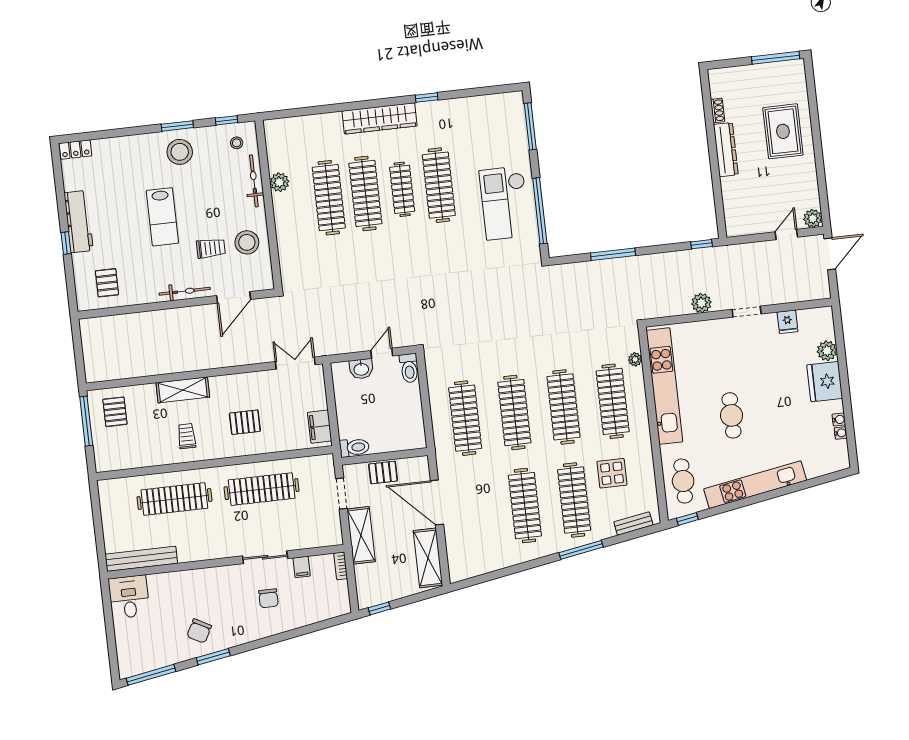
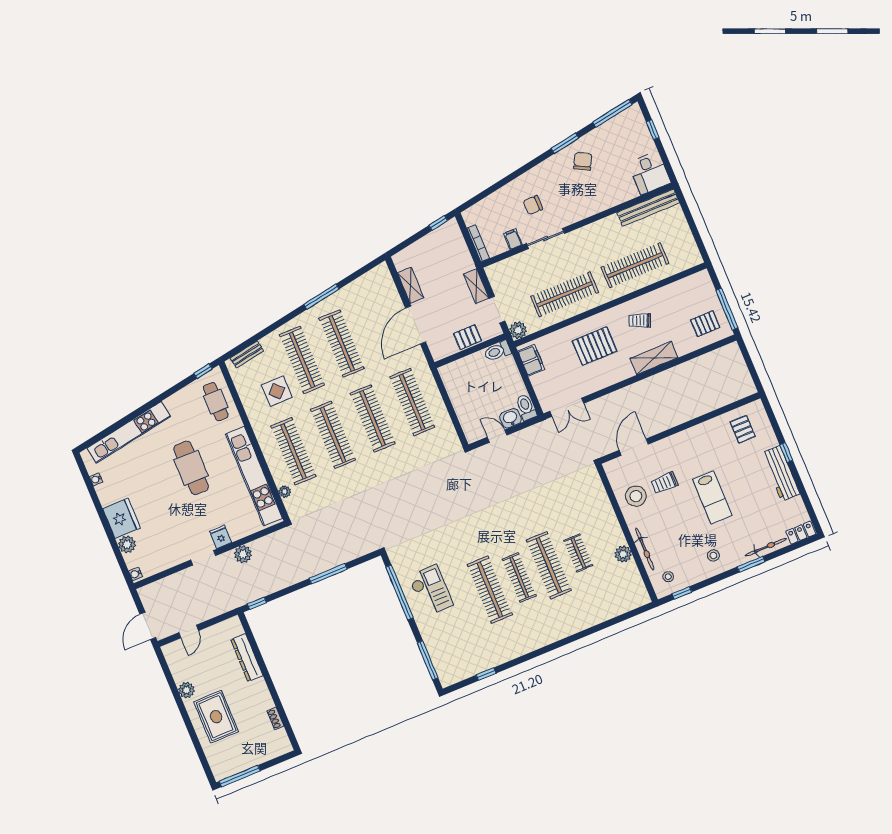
window: (427, 98) -> (486, 674), moved
wardrobe: (380, 118) -> (555, 631), removed
window: (177, 126) -> (751, 564), moved
dresser: (726, 150) -> (247, 658), moved
stool: (180, 152) -> (713, 555), width x0.53, depth x0.53
clothes rail: (329, 198) -> (578, 553), width x0.54, depth x0.76
checkout: (505, 203) -> (431, 591), width x0.73, depth x0.83
lab bench: (162, 217) -> (712, 497), turned 180
plant: (813, 218) -> (187, 690), moved
bicycle: (185, 291) -> (766, 547), moved, turned 180
fridge: (788, 322) -> (221, 537), moved
door: (382, 353) -> (497, 436), swing flipped
toilet: (409, 368) -> (526, 407), moved
pallet: (115, 412) -> (705, 324), turned 90
cafe table: (732, 415) -> (191, 468), width x1.37, depth x1.35
water cooler: (839, 420) -> (135, 574), moved
pallet: (245, 422) -> (595, 346), width x1.50, depth x1.42
trolley: (187, 436) -> (640, 321), turned 112
plant: (325, 464) -> (518, 330), added
kitchen unit: (755, 485) -> (129, 432), moved
door: (437, 503) -> (416, 325), swing flipped
shelving: (361, 535) -> (476, 286), width x0.67, depth x0.75
window: (581, 550) -> (321, 297), moved
shelving: (428, 558) -> (411, 285), width x0.67, depth x0.75
bookcase: (341, 566) -> (478, 243), width x1.56
chair: (268, 598) -> (533, 205), turned -90
window: (112, 644) -> (653, 130), added

